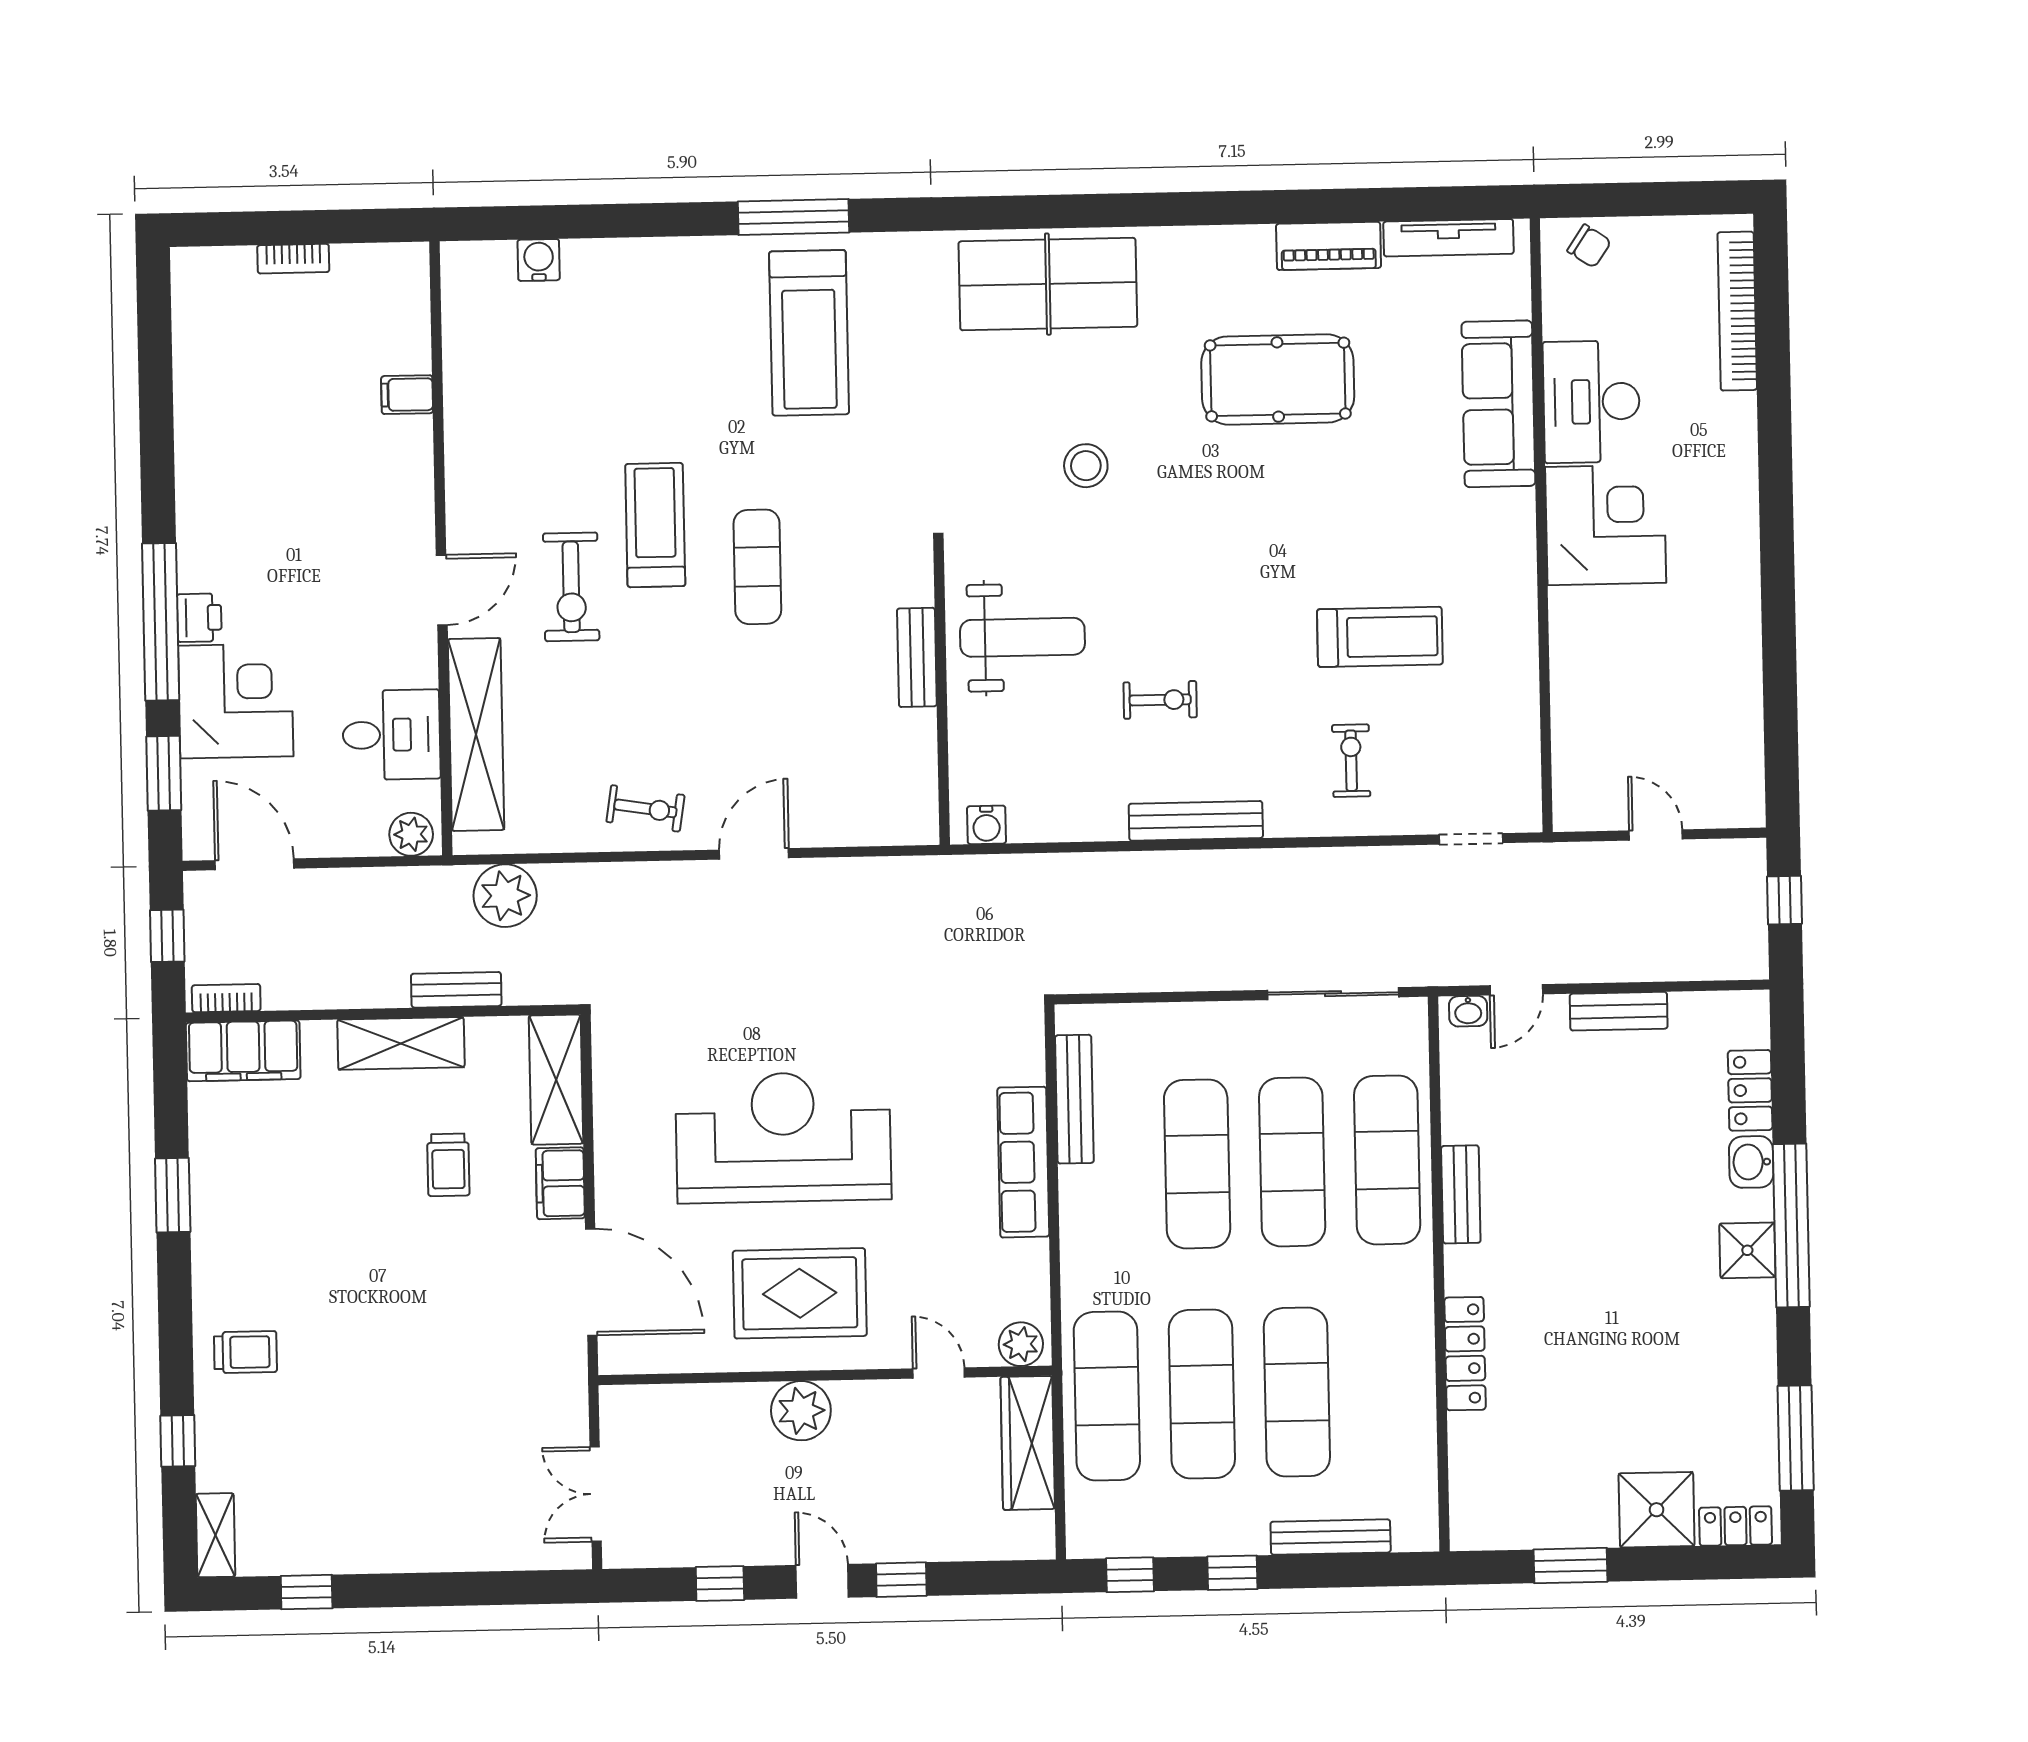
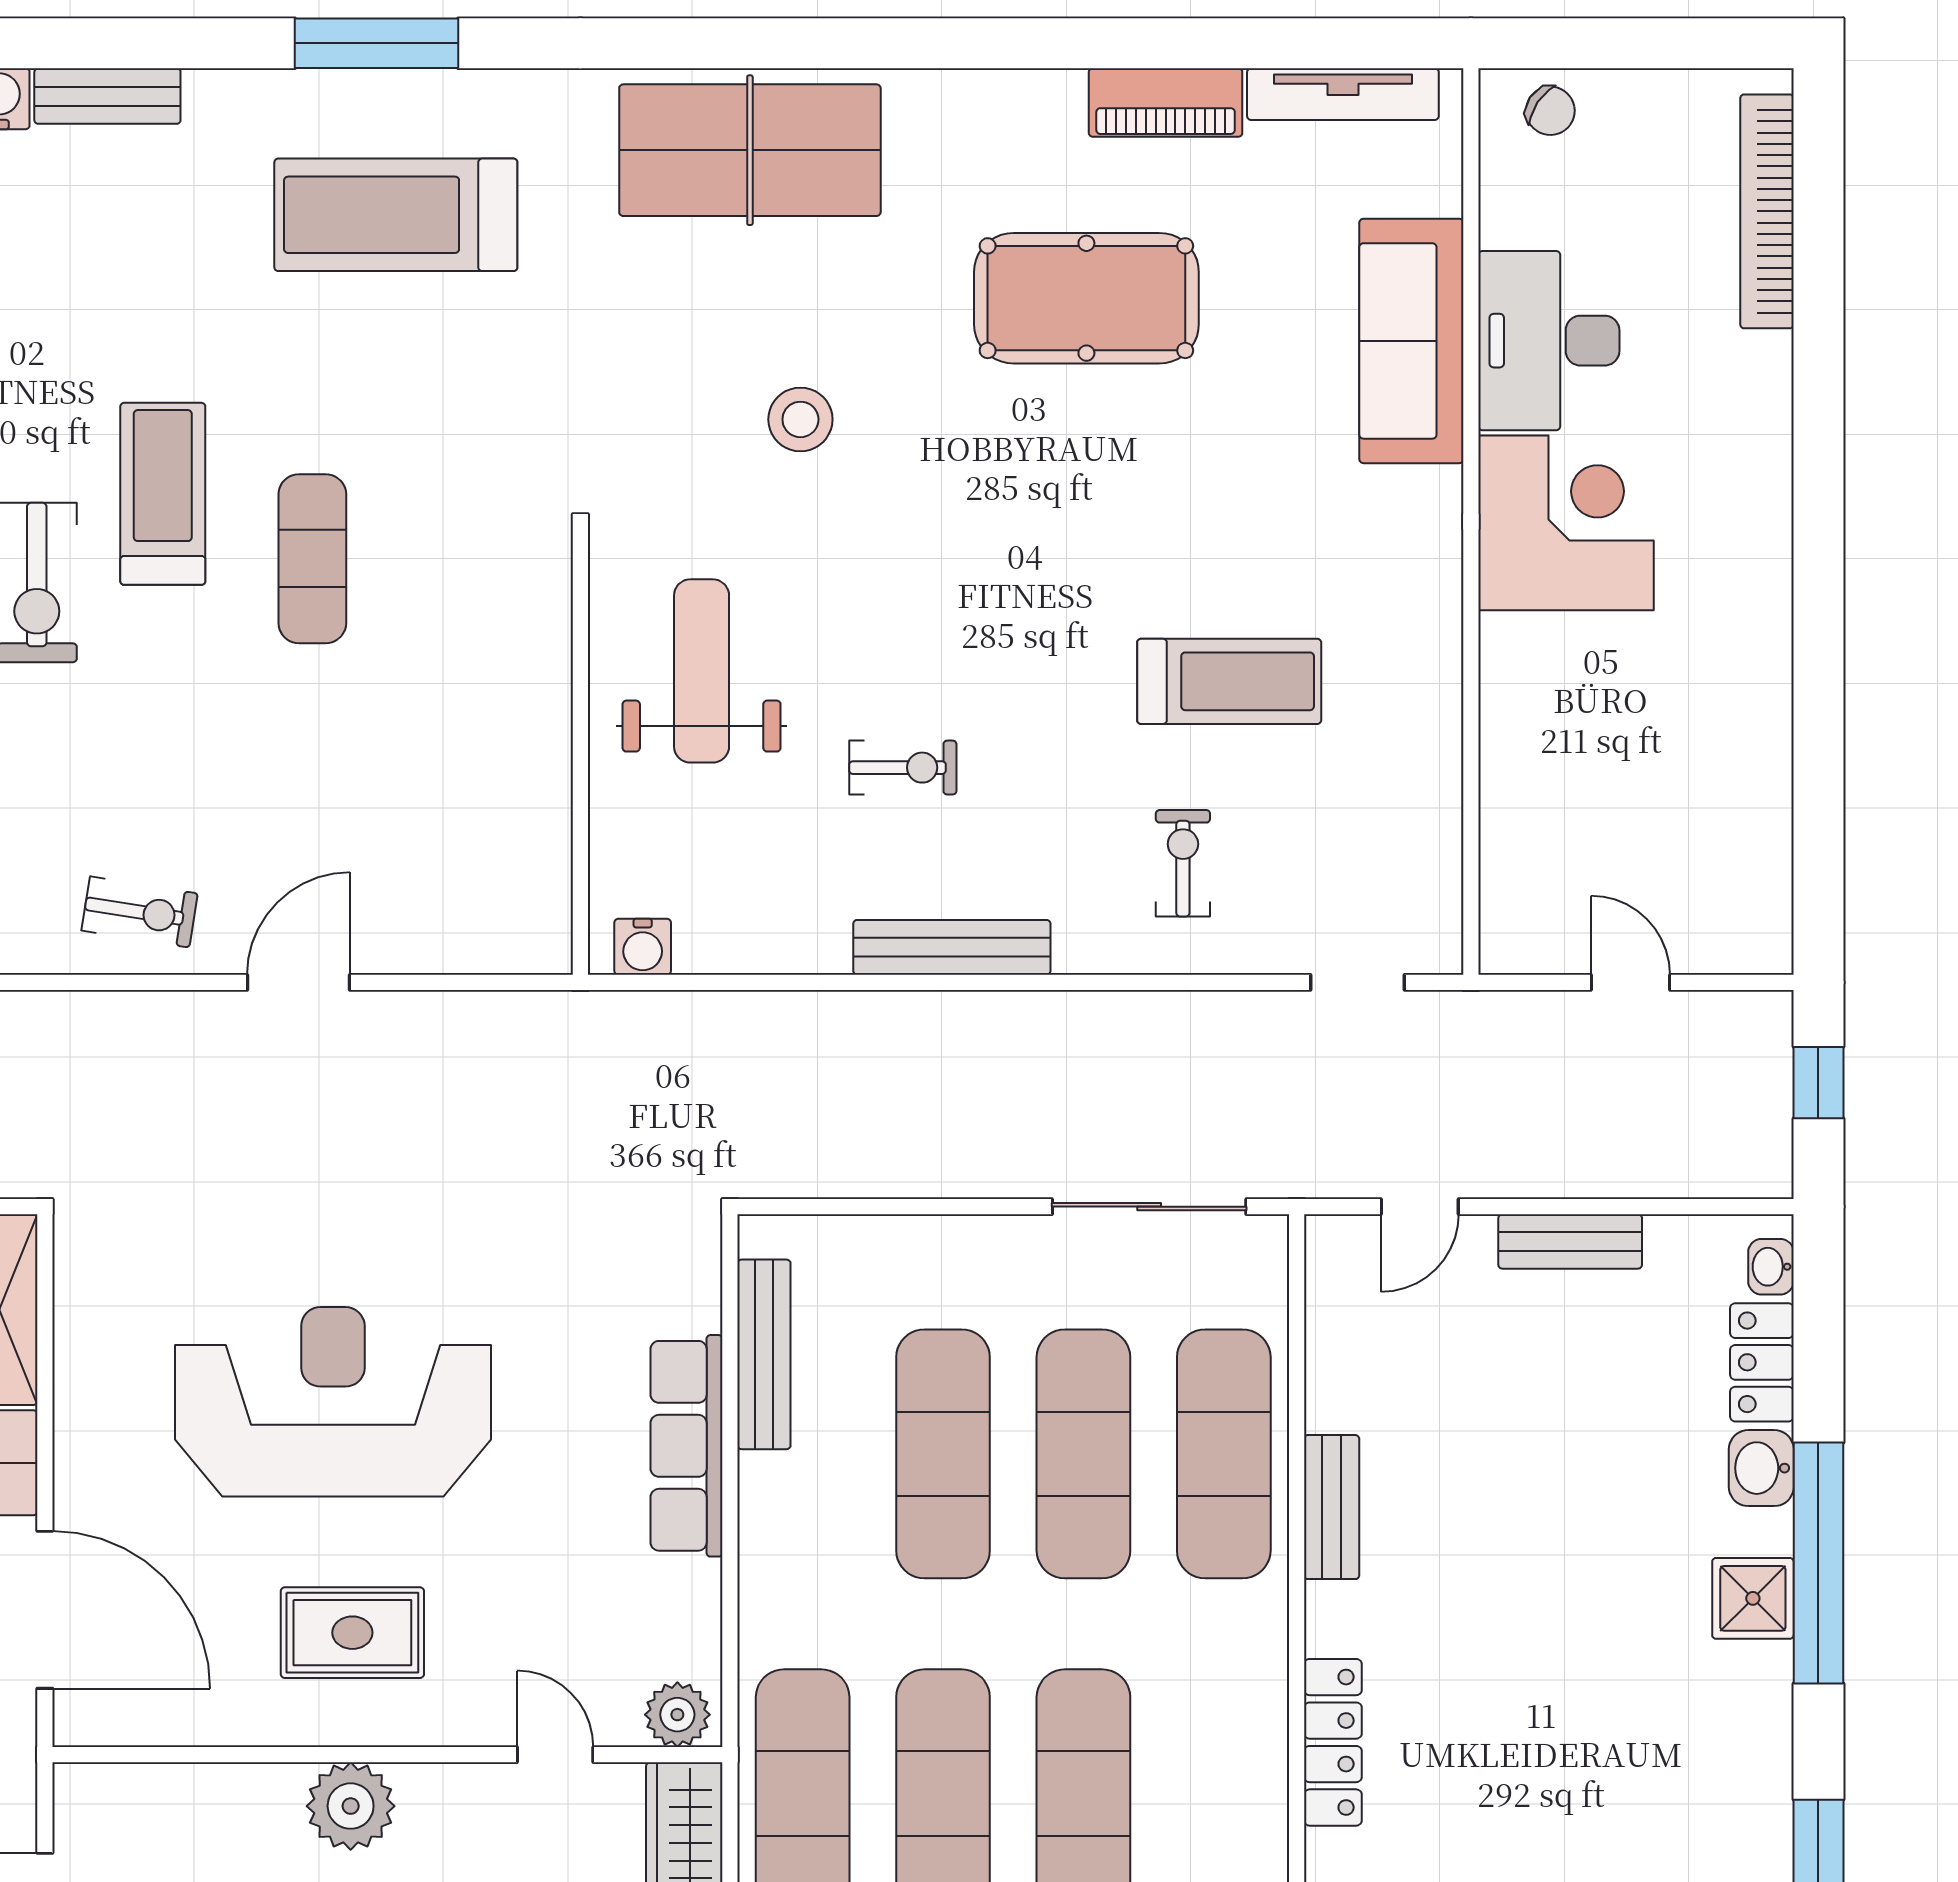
treadmill: (809, 333) -> (396, 215), turned 90
weight bench: (1022, 637) -> (702, 671), turned -90
bench: (917, 657) -> (107, 96), moved, turned 90
washbasin: (1468, 1011) -> (1771, 1267), moved, turned 90
rug: (800, 1293) -> (352, 1633), width x0.73, depth x0.70

